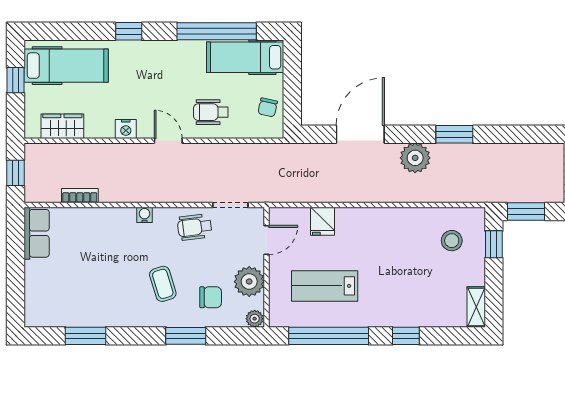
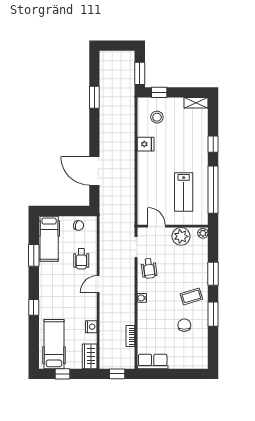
window: (217, 31) -> (34, 255), width x0.47
wardrobe: (62, 126) -> (90, 356), moved
nightstand: (126, 129) -> (91, 327), moved
window: (454, 134) -> (94, 97), moved
plant: (415, 158) -> (108, 139), removed
fridge: (323, 221) -> (146, 144), moved
coffee table: (163, 284) -> (191, 296), moved
chair: (211, 297) -> (184, 325), moved
window: (86, 336) -> (213, 314), moved

